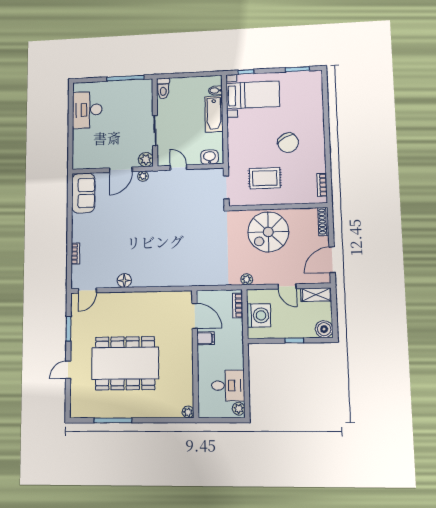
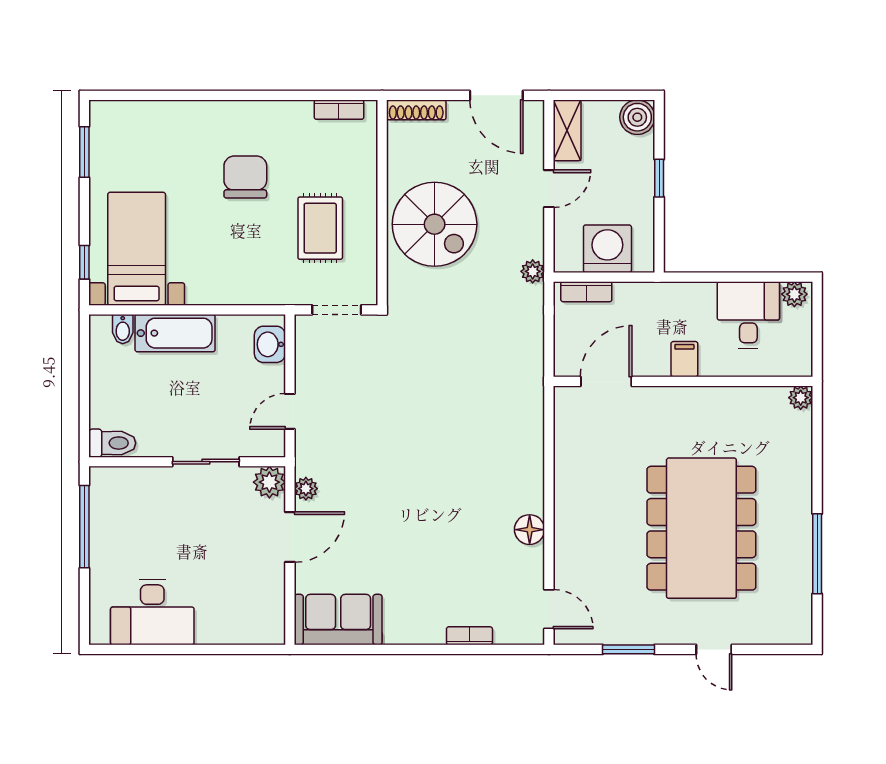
chair: (288, 143) -> (245, 177), turned -62
door: (121, 170) -> (290, 537), hinge flipped
filing cabinet: (206, 338) -> (684, 359), moved

